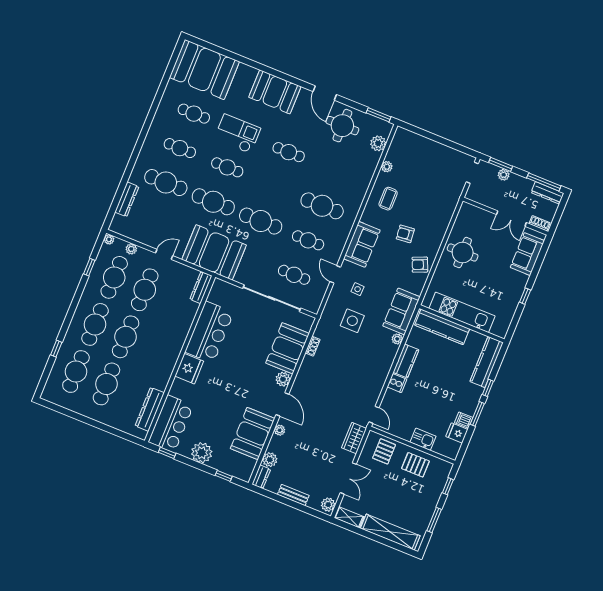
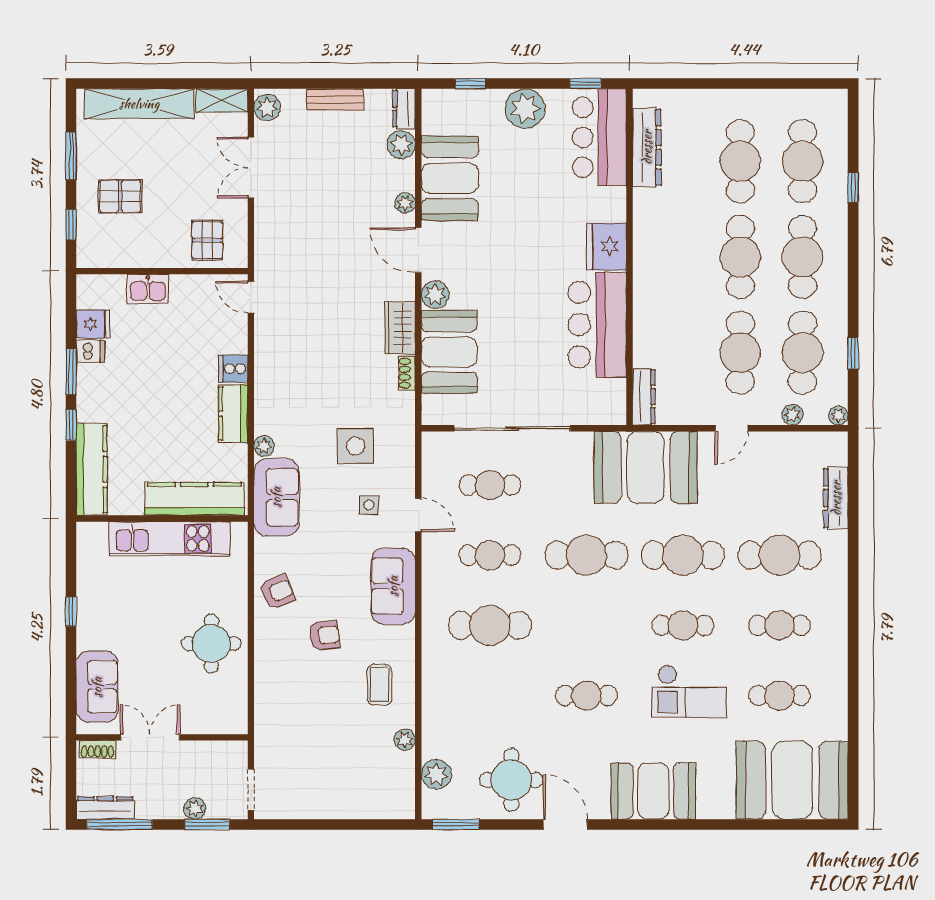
wardrobe: (354, 438) -> (400, 328), moved, turned 180
pallet: (415, 465) -> (120, 196), moved

